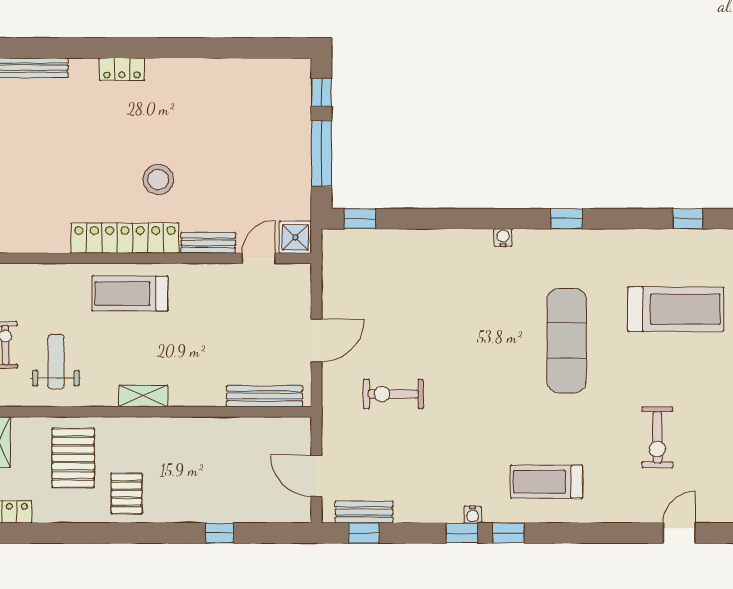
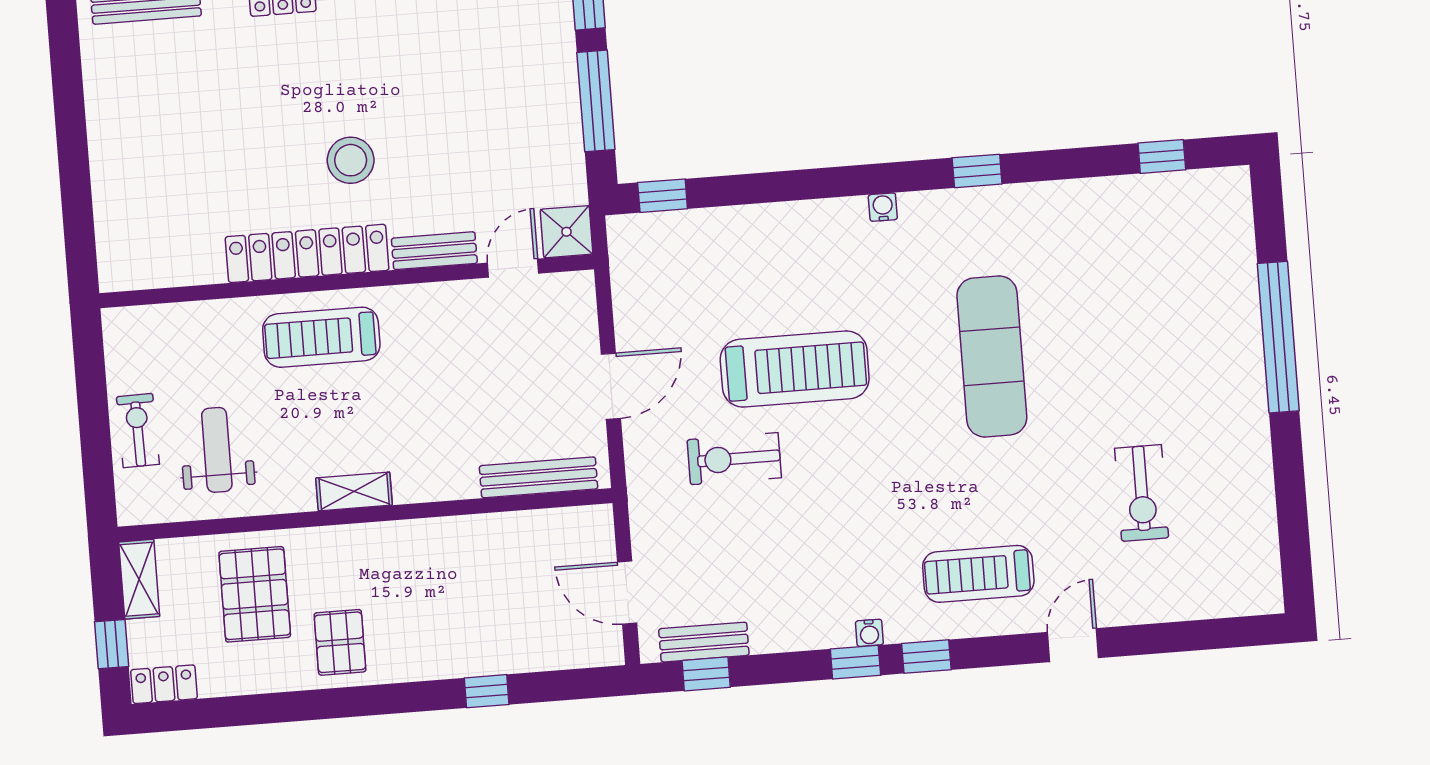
treadmill: (676, 309) -> (795, 369), moved
door: (679, 533) -> (1073, 645), moved

